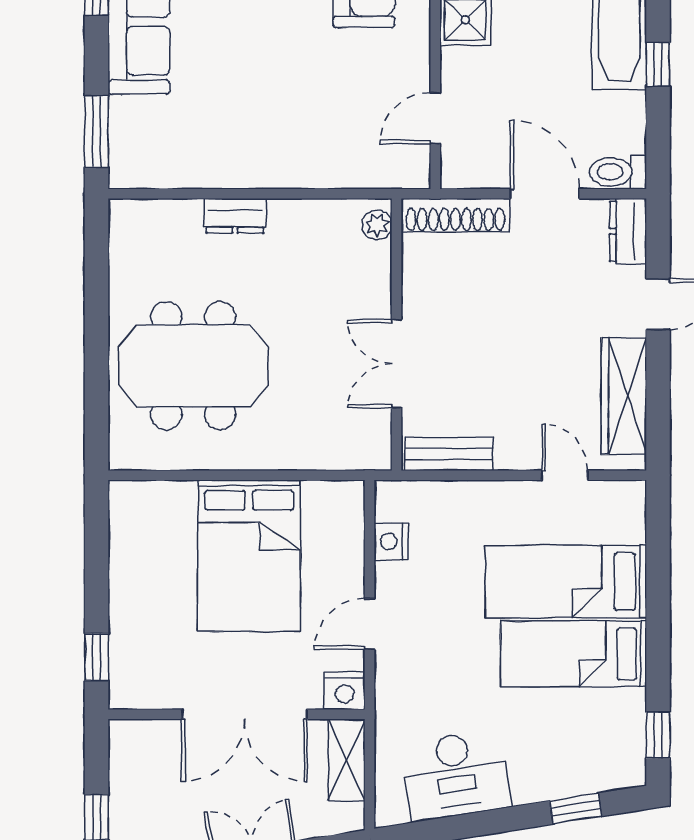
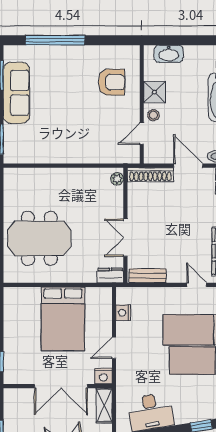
stool: (463, 75) -> (153, 115), added
dresser: (235, 216) -> (110, 275), moved, turned 180

